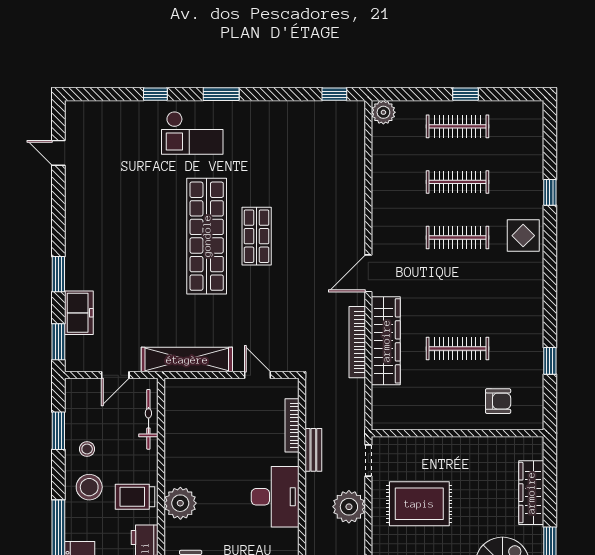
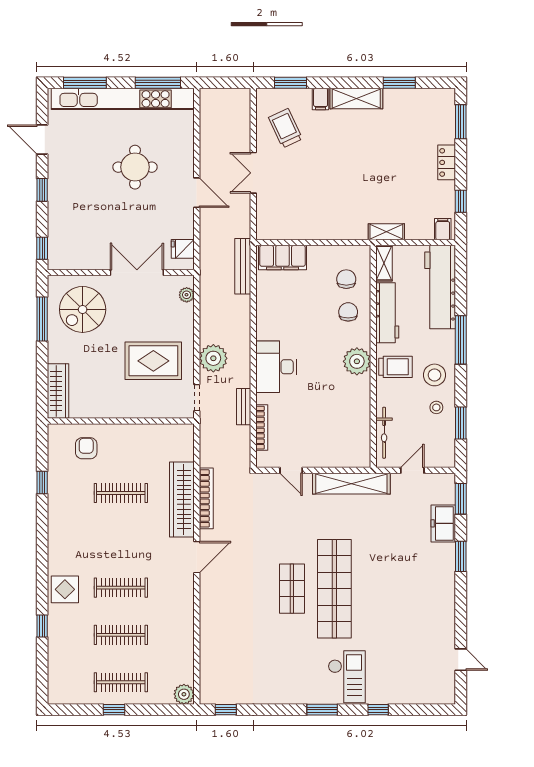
checkout: (192, 133) -> (347, 677), turned 90
armchair: (498, 401) -> (86, 448), turned 90
wardrobe: (531, 493) -> (58, 391), moved

